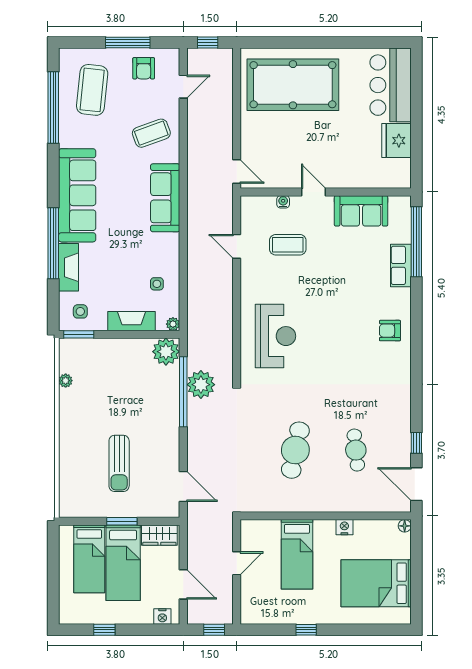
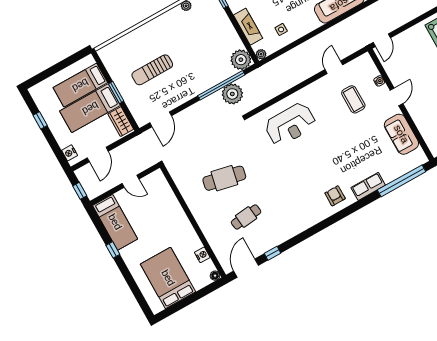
row of seats: (401, 265) -> (368, 186), moved
nightstand: (344, 527) -> (202, 255), moved
bed: (297, 554) -> (115, 222), moved, turned -90

